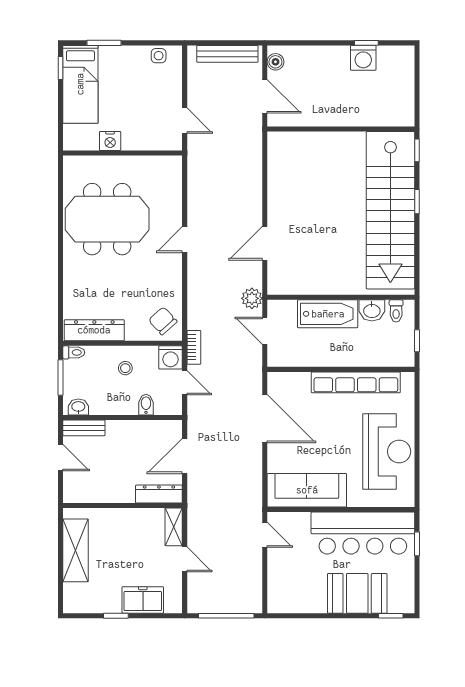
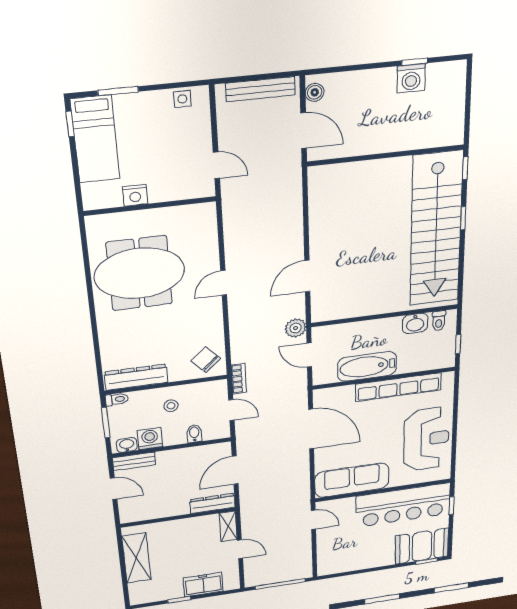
bathtub: (328, 314) -> (367, 366), moved, turned 180
washing machine: (170, 357) -> (150, 439), moved, turned 180
booth: (357, 593) -> (422, 546), moved

